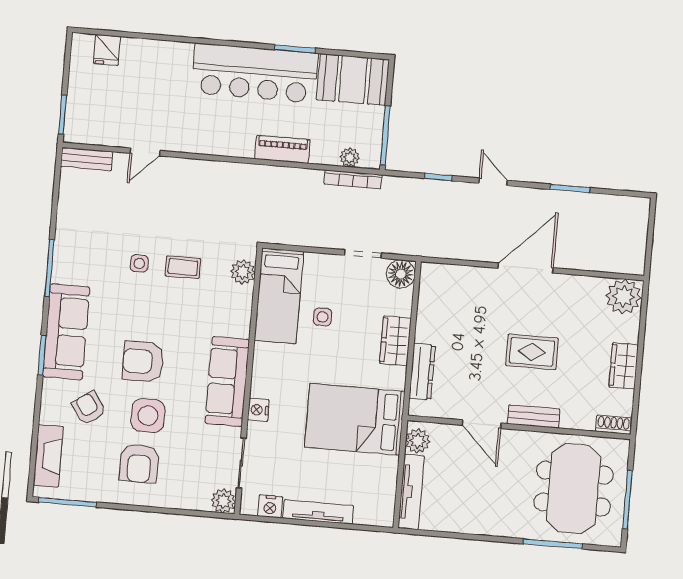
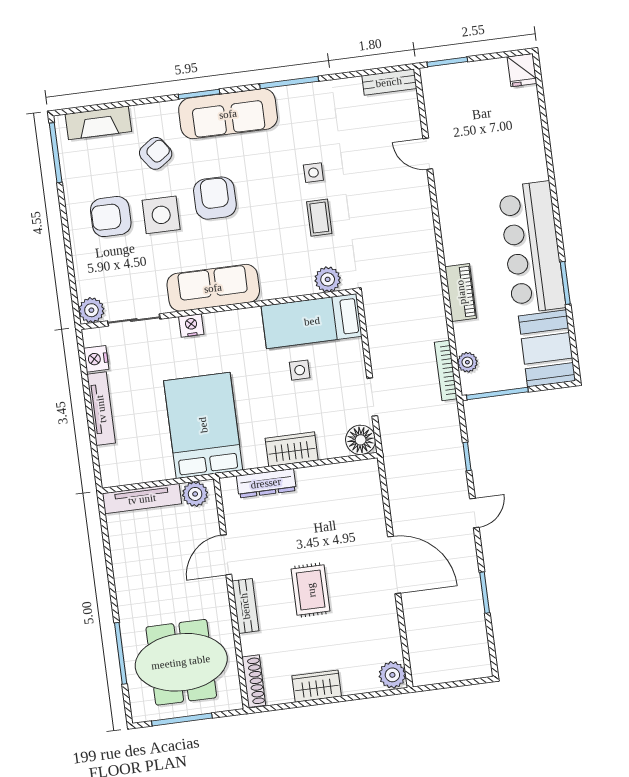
fridge: (107, 50) -> (522, 70), moved, turned -90
bench: (87, 159) -> (389, 82), moved, turned 90
plant: (624, 297) -> (392, 675), width x0.73, depth x0.73
shoe rack: (613, 425) -> (254, 681), width x1.43

